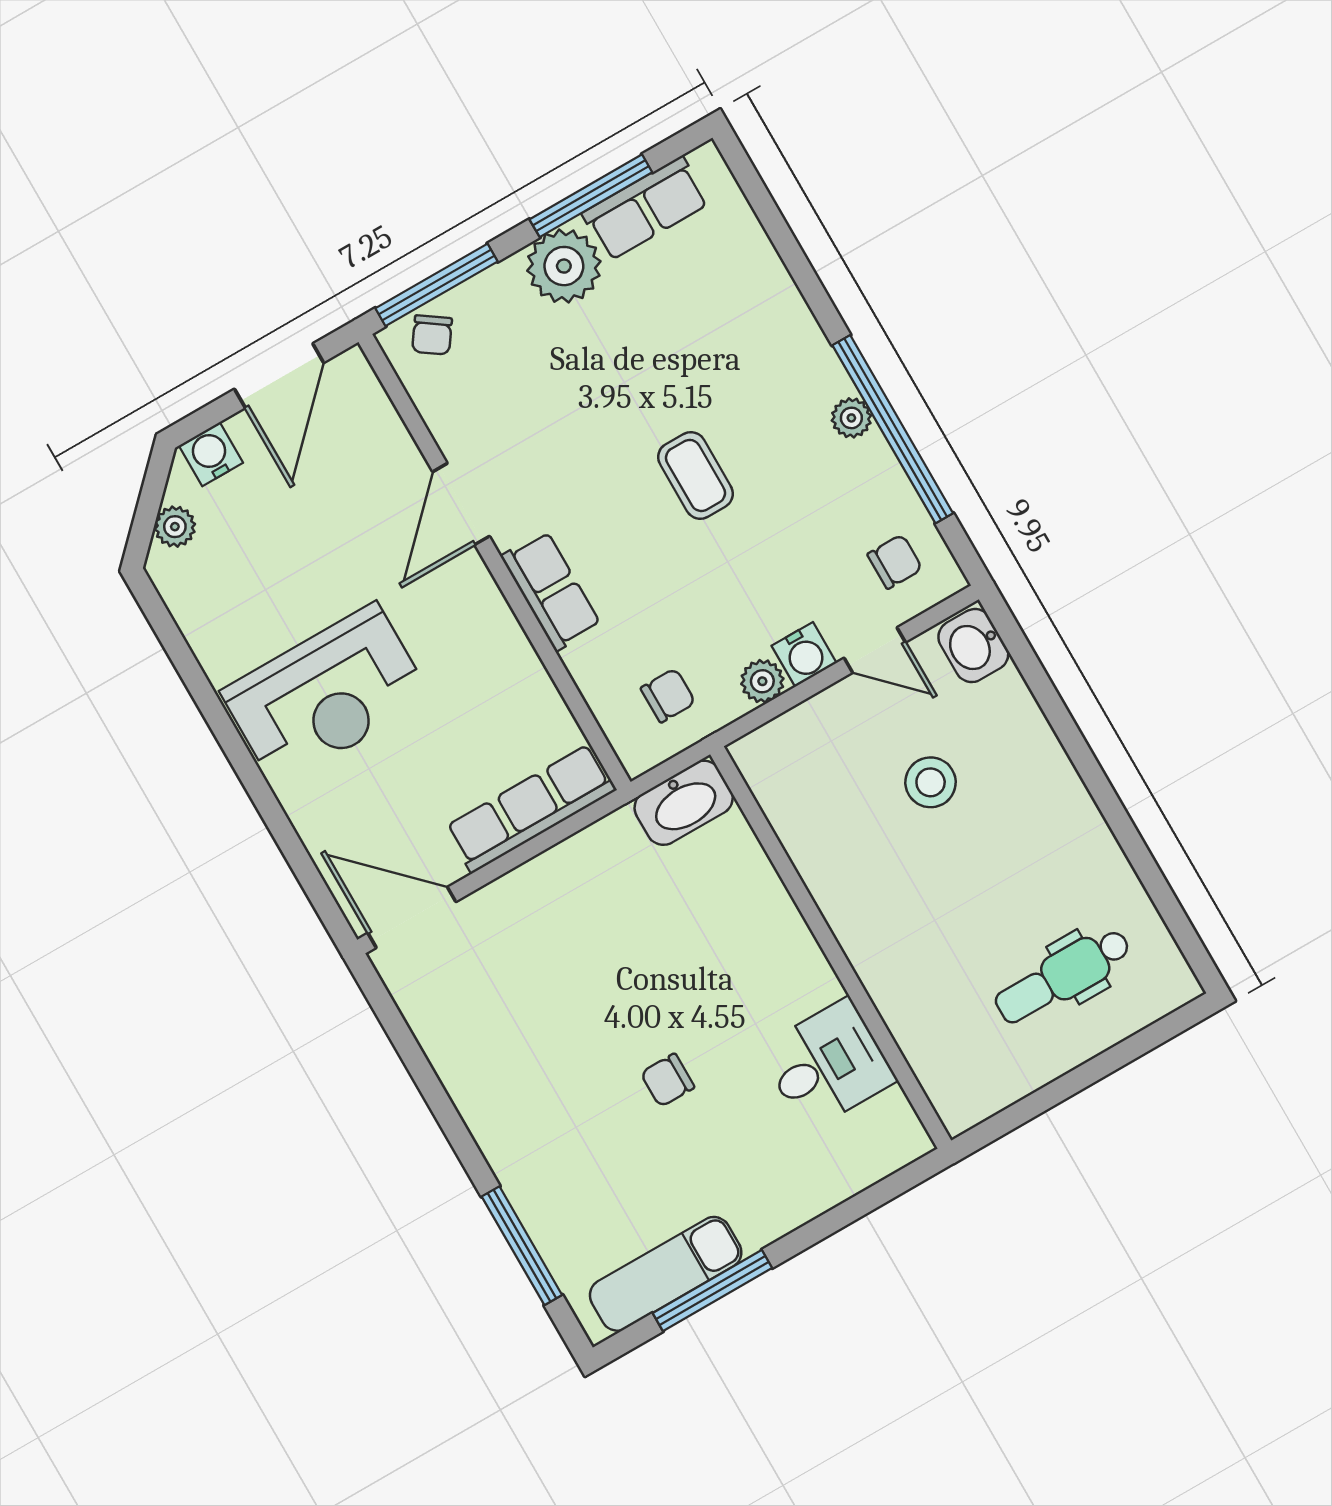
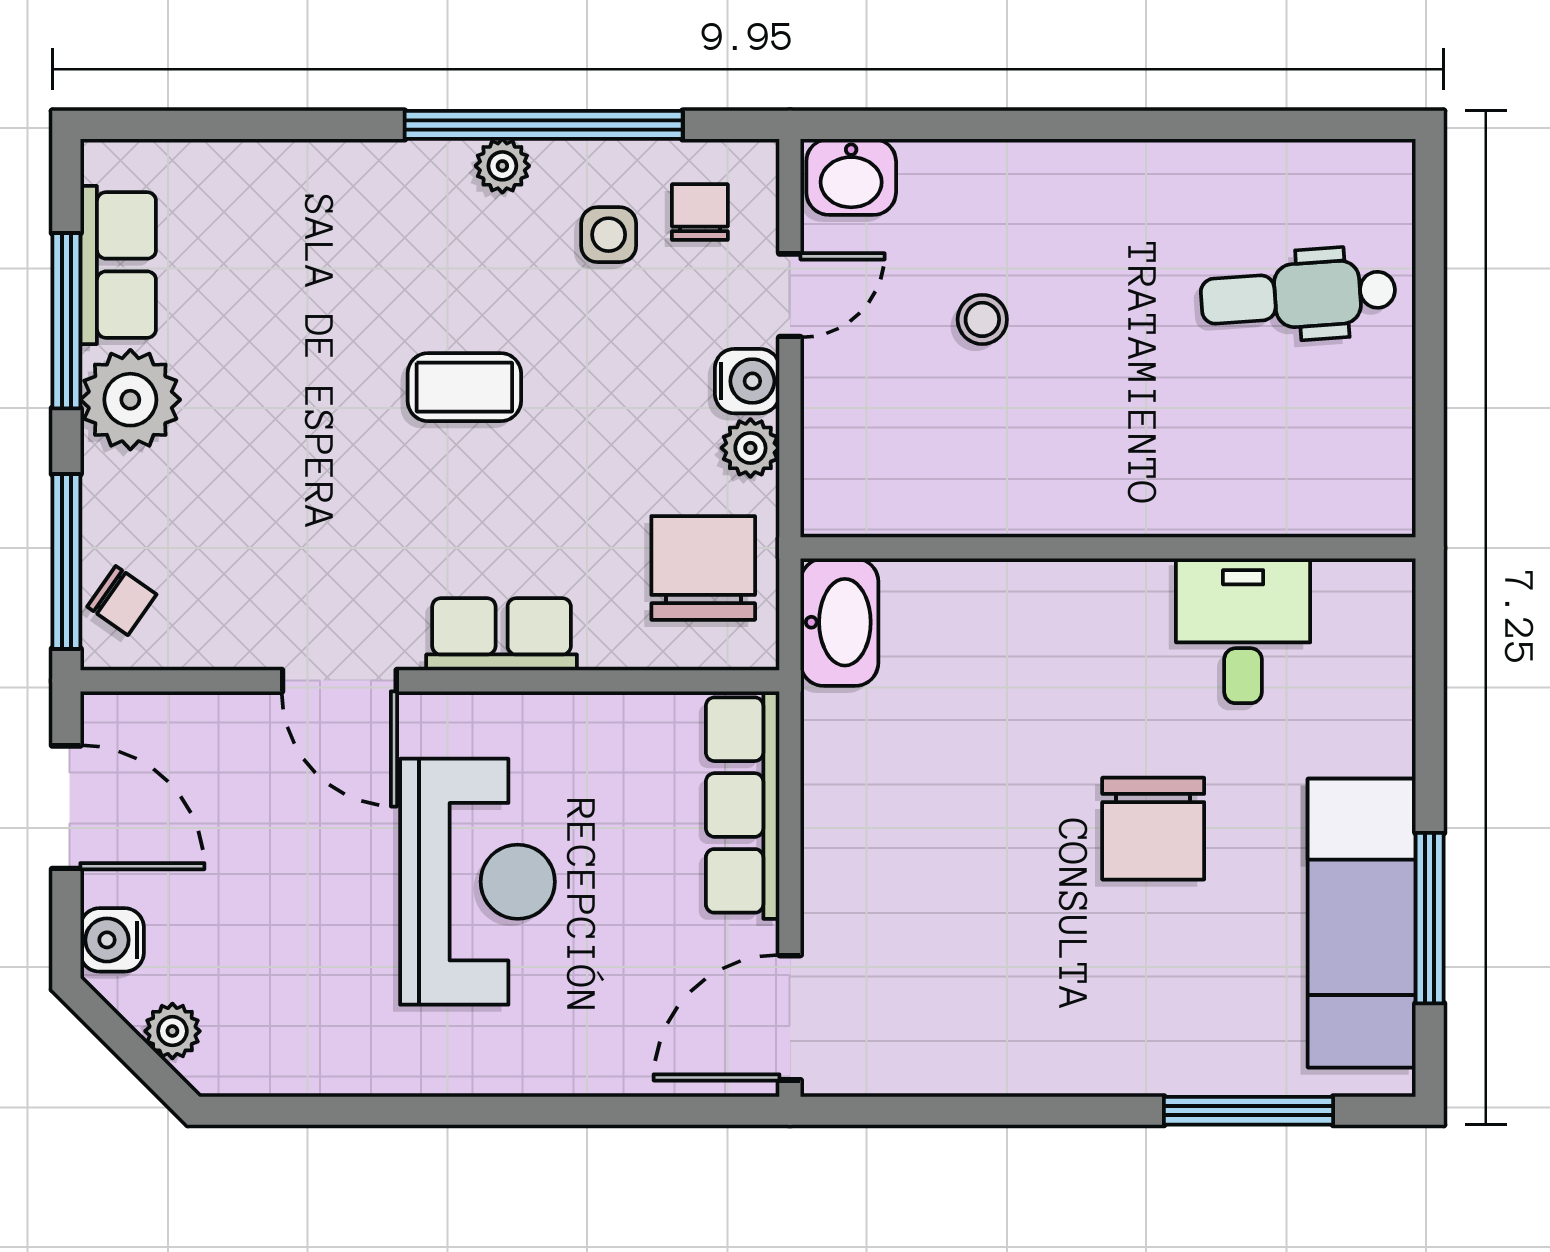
side table: (847, 511) -> (609, 235), added
reception desk: (326, 695) -> (477, 882), moved
chair: (668, 695) -> (703, 568), width x1.87, depth x1.87
stool: (931, 782) -> (982, 319), width x0.73, depth x0.73
dental chair: (1063, 976) -> (1298, 295), turned 86
chair: (667, 1080) -> (1153, 829), width x1.87, depth x1.87
exam couch: (666, 1274) -> (1362, 923), width x1.36, depth x1.45

